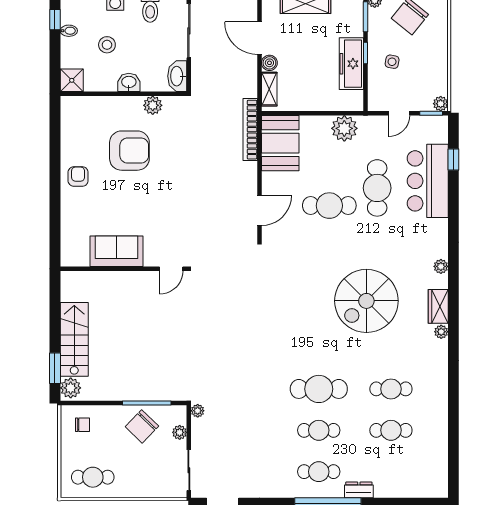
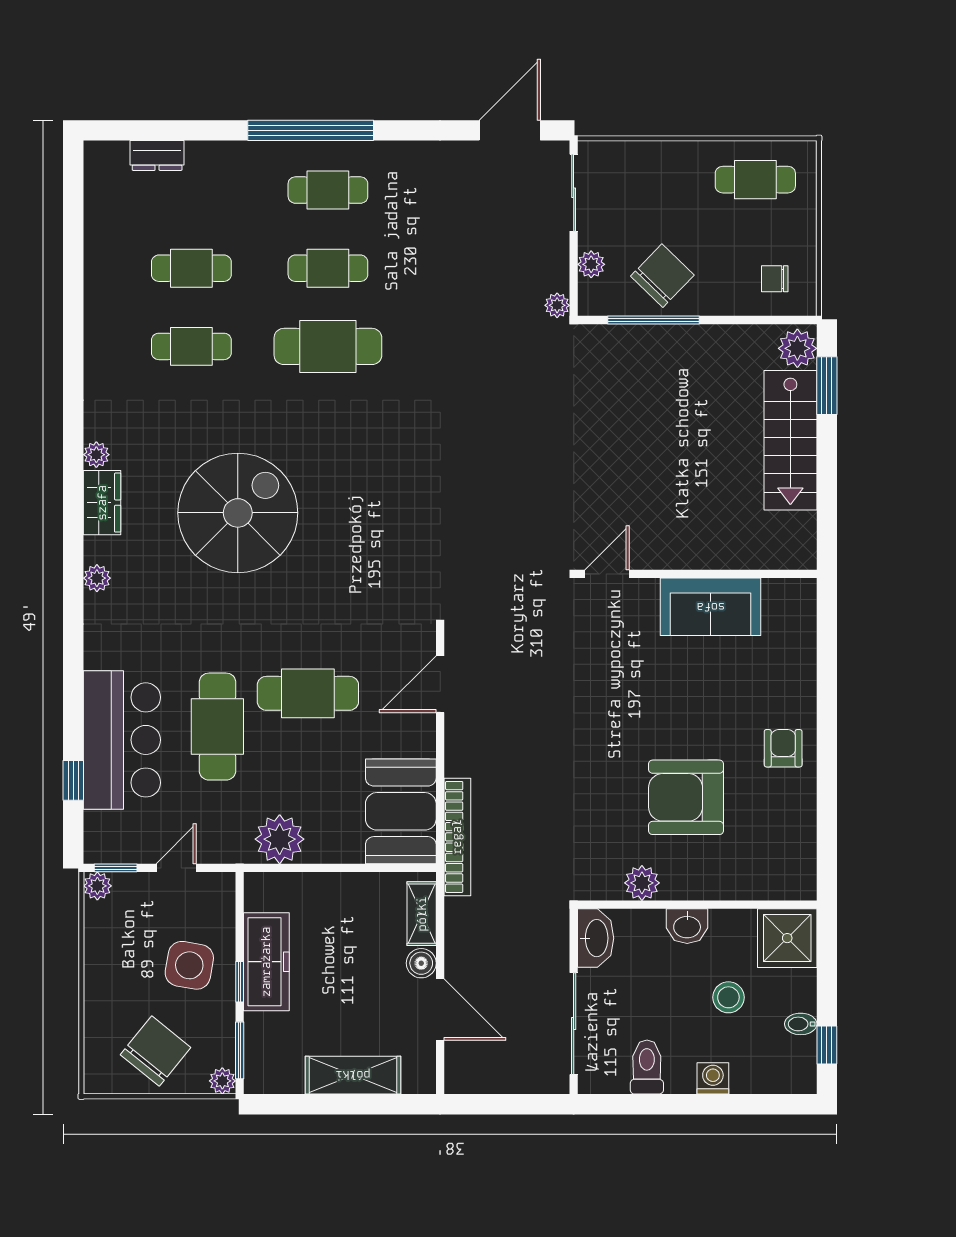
side table: (392, 62) -> (189, 965), width x1.87, depth x1.87
shower: (72, 80) -> (787, 938), width x1.36, depth x1.36
armchair: (78, 176) -> (783, 748), turned 180
dresser: (359, 490) -> (157, 155), moved

